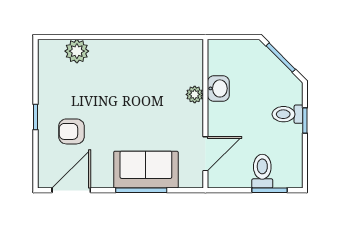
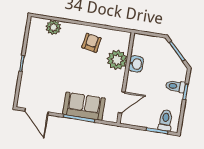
plant: (195, 94) -> (117, 60), width x1.87, depth x1.87
armchair: (71, 131) -> (91, 43), moved, turned 100
toilet: (262, 171) -> (165, 120), moved
door: (71, 190) -> (36, 112), swing flipped

